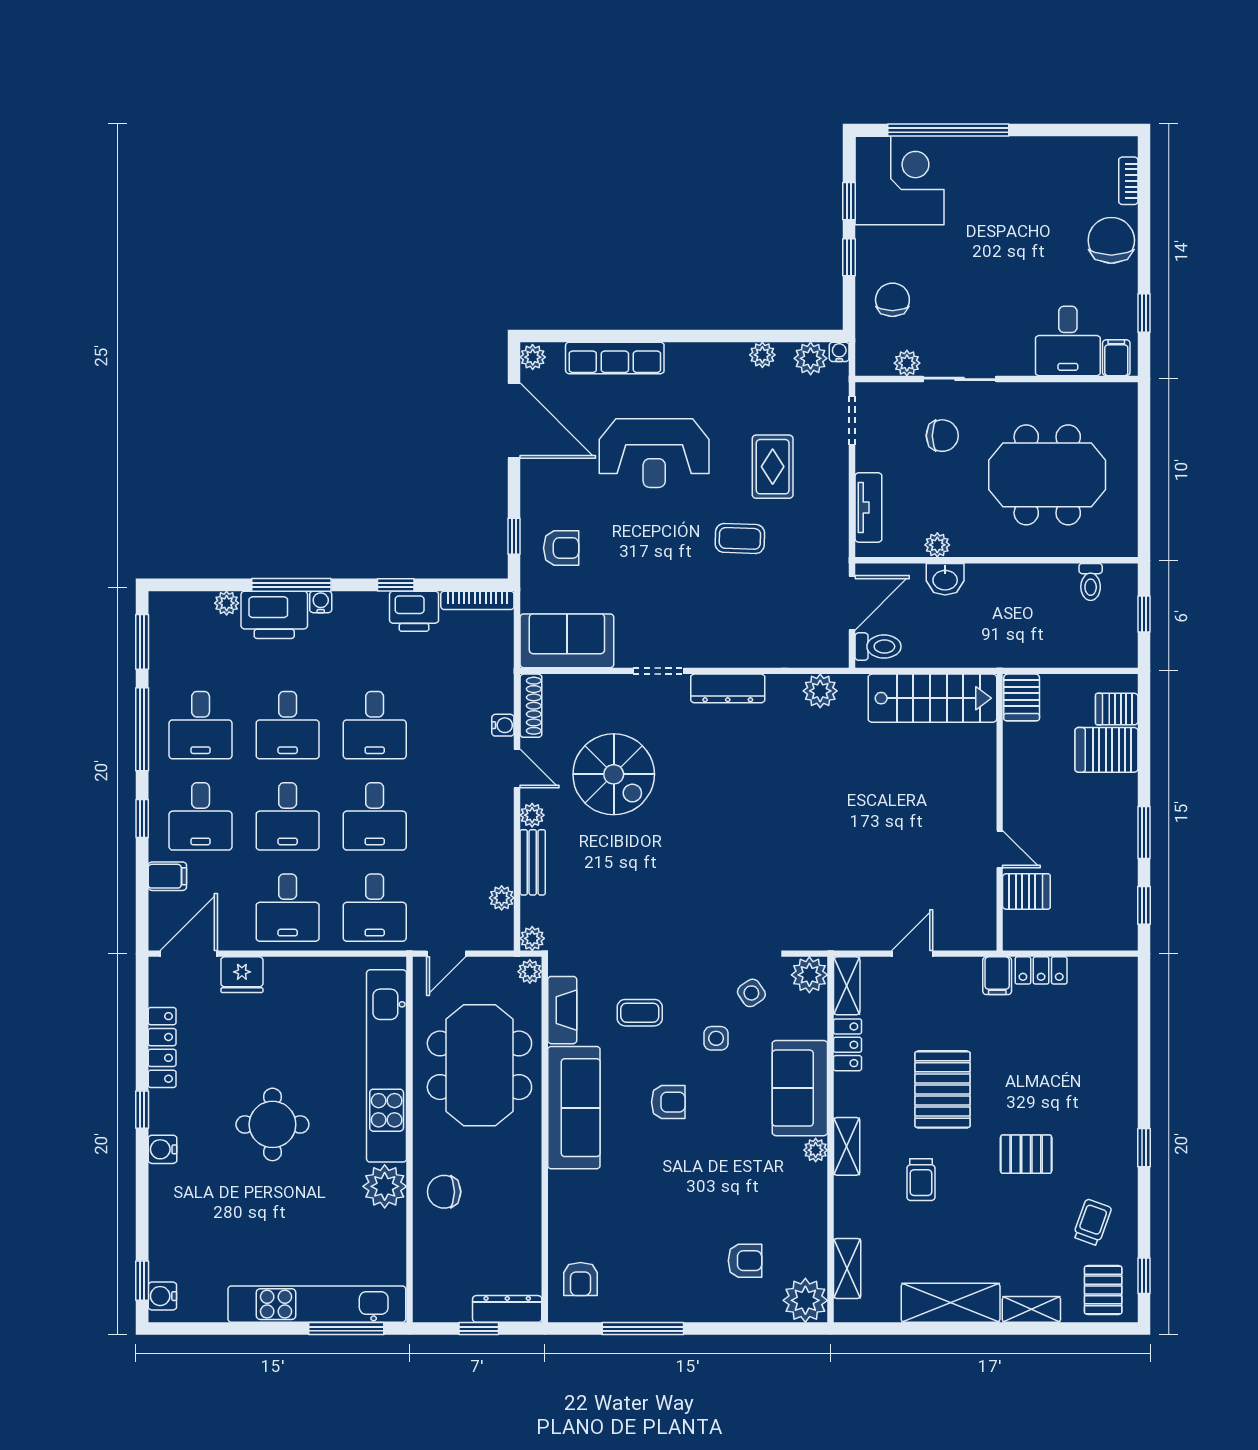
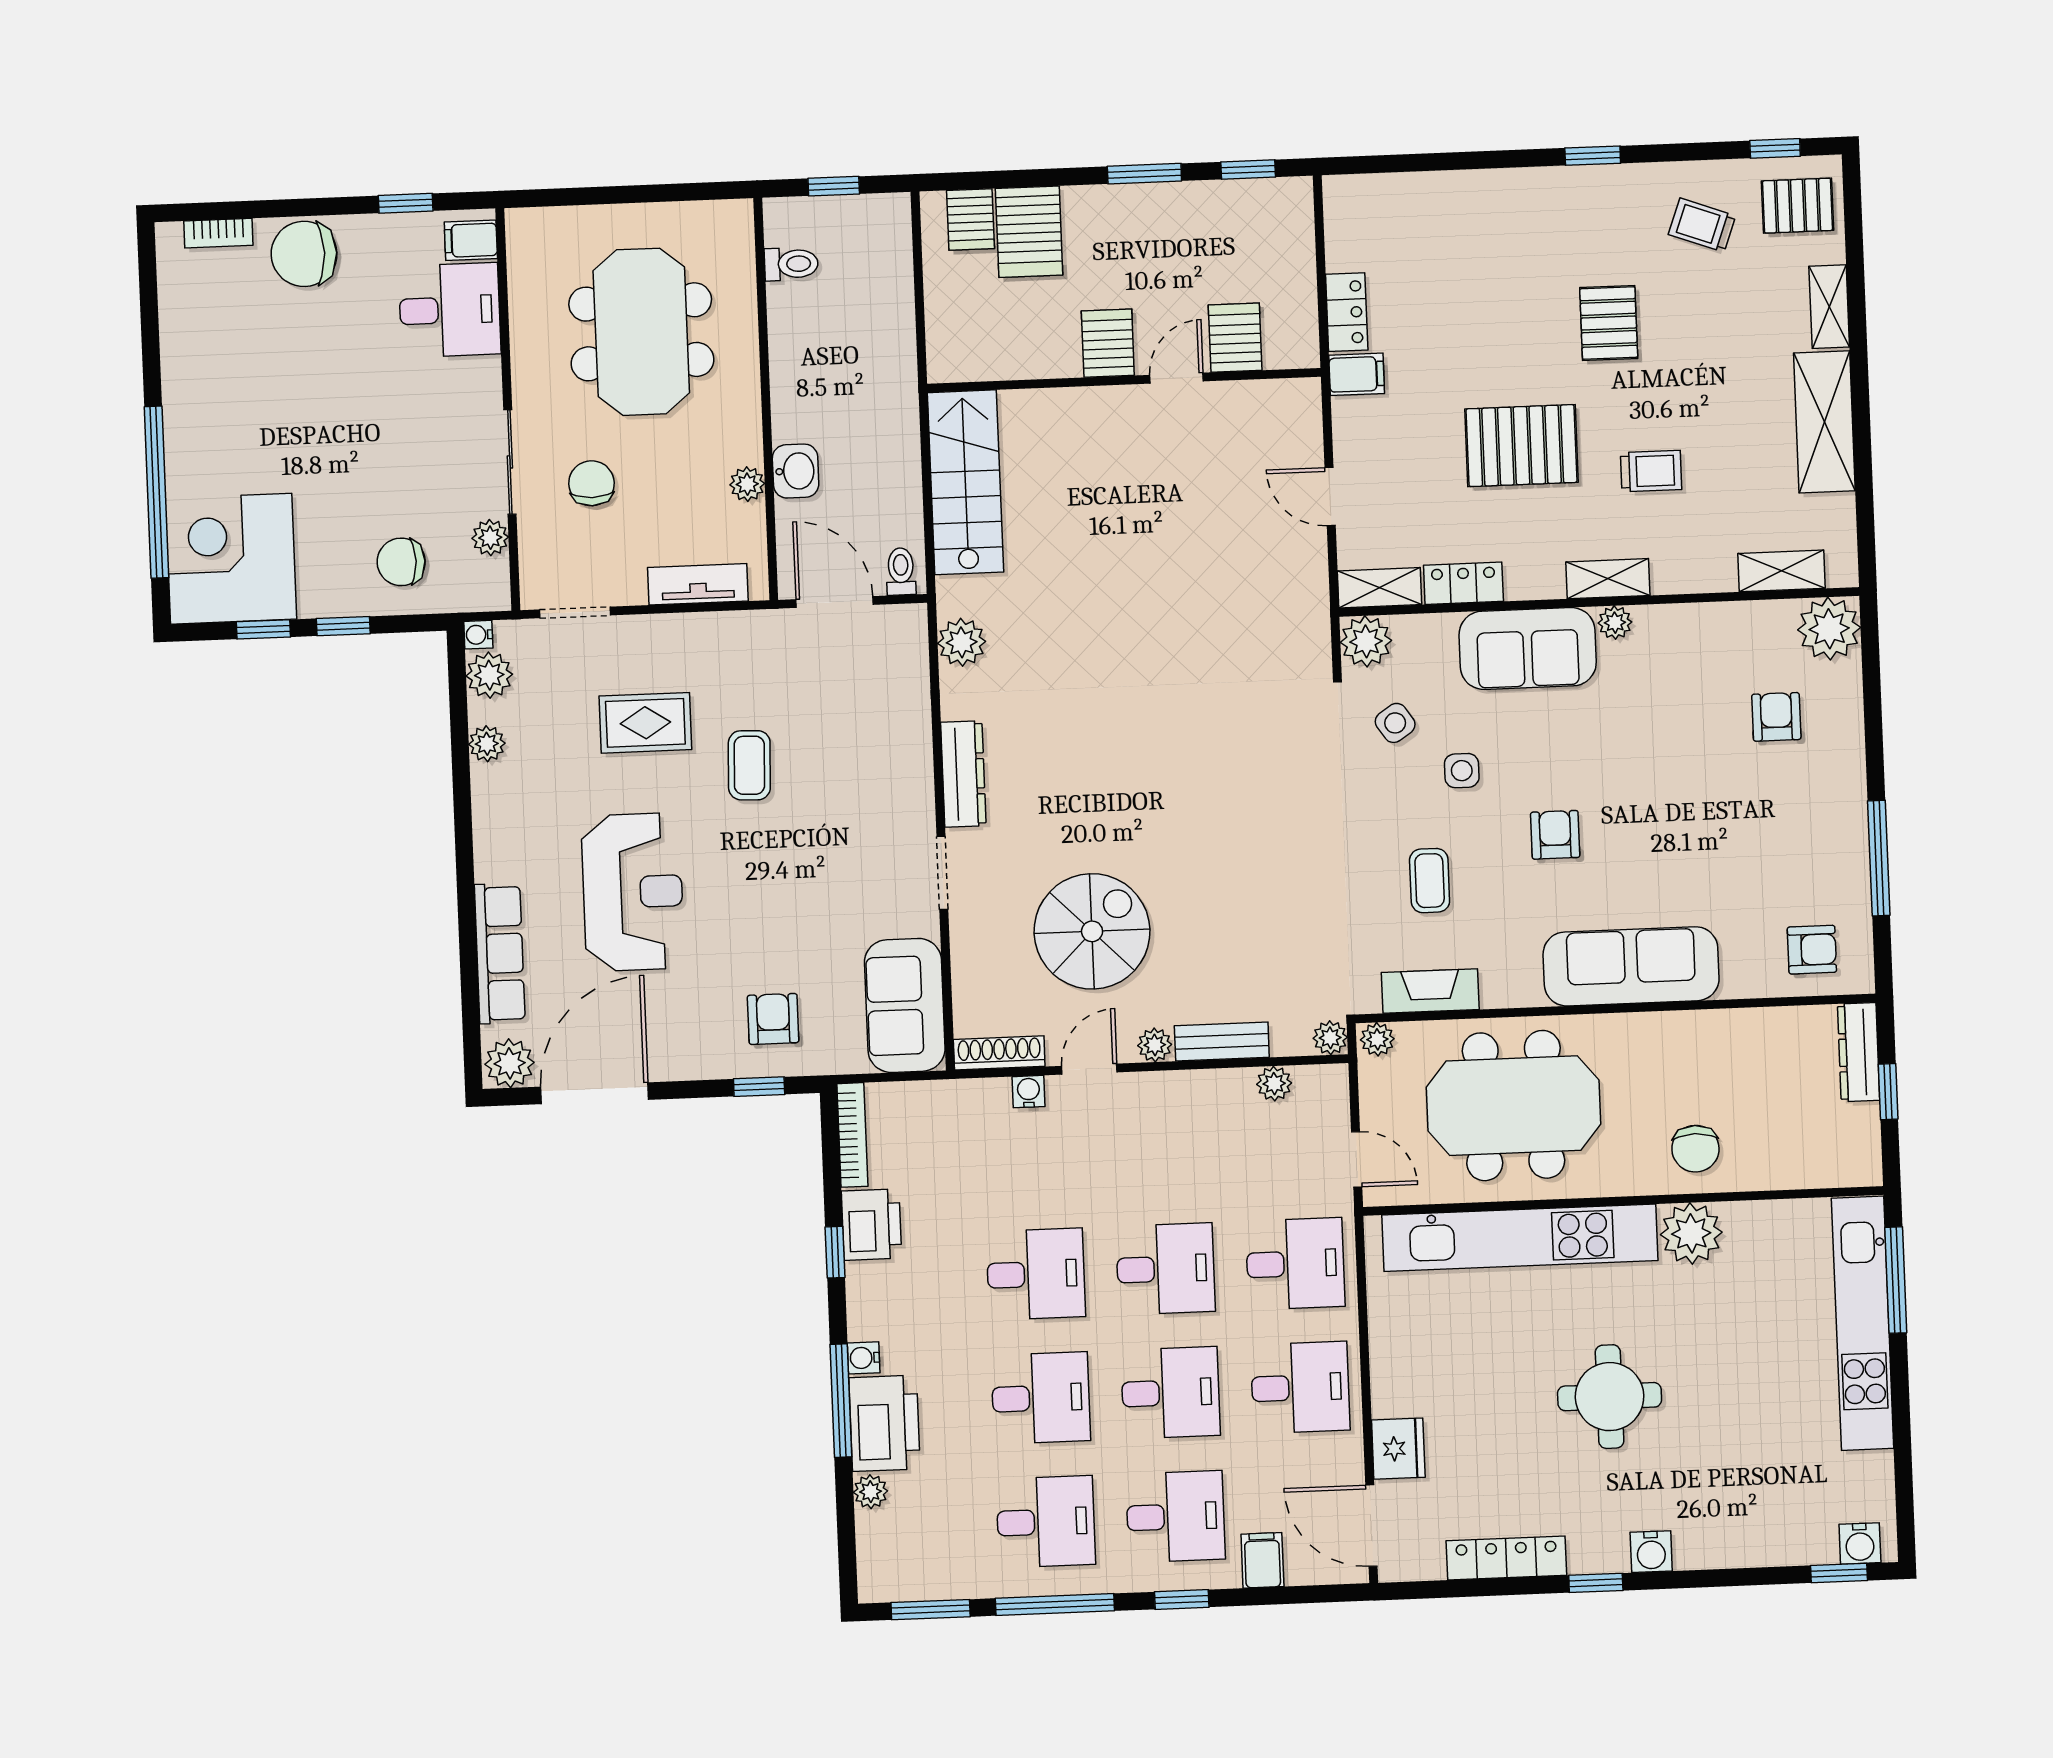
plant: (533, 357) -> (510, 1063), width x1.38, depth x1.38
toilet: (878, 647) -> (901, 571), width x0.73, depth x0.72
server rack: (1022, 697) -> (1108, 343), moved, turned -90
sofa: (574, 1108) -> (1631, 966), moved

